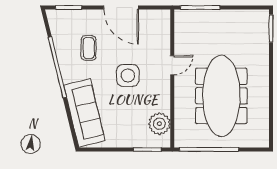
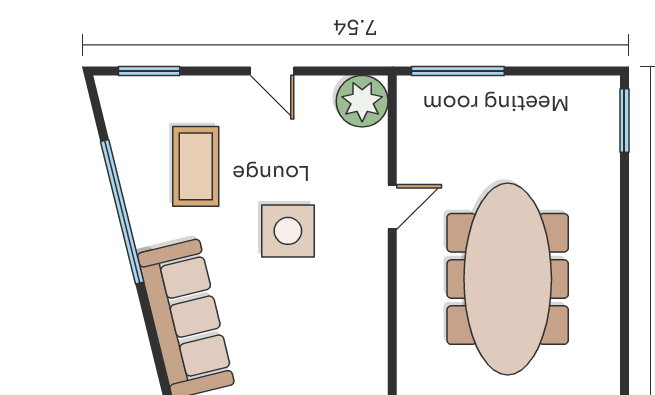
door: (121, 7) -> (272, 71), width x0.53
coffee table: (89, 48) -> (196, 166), width x1.36, depth x1.30
plant: (159, 124) -> (362, 101), moved

